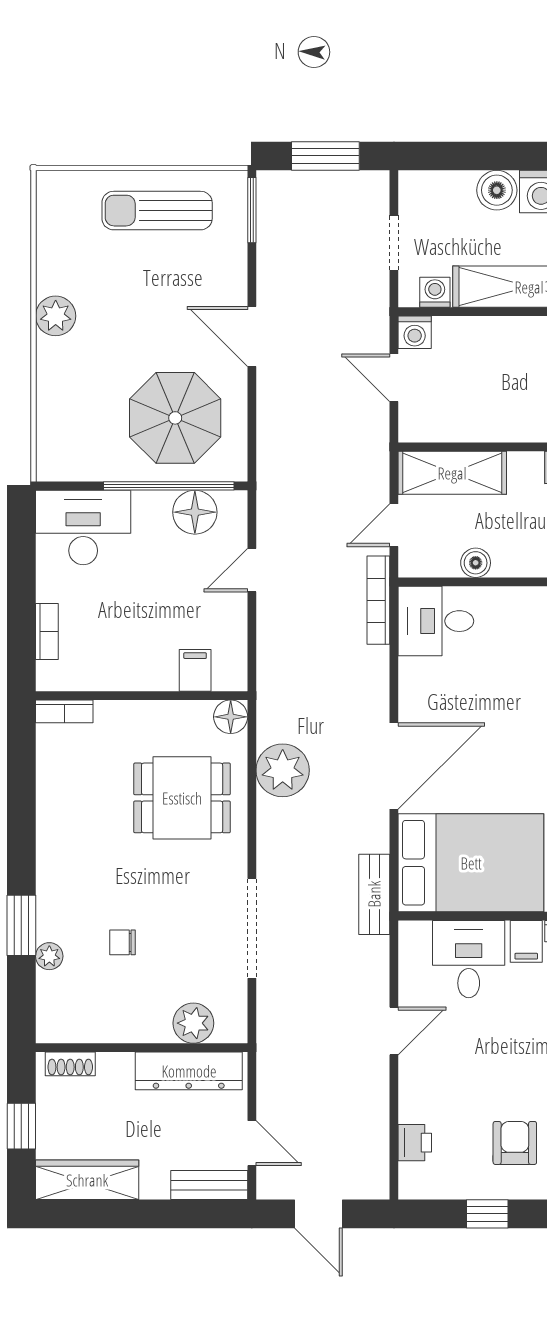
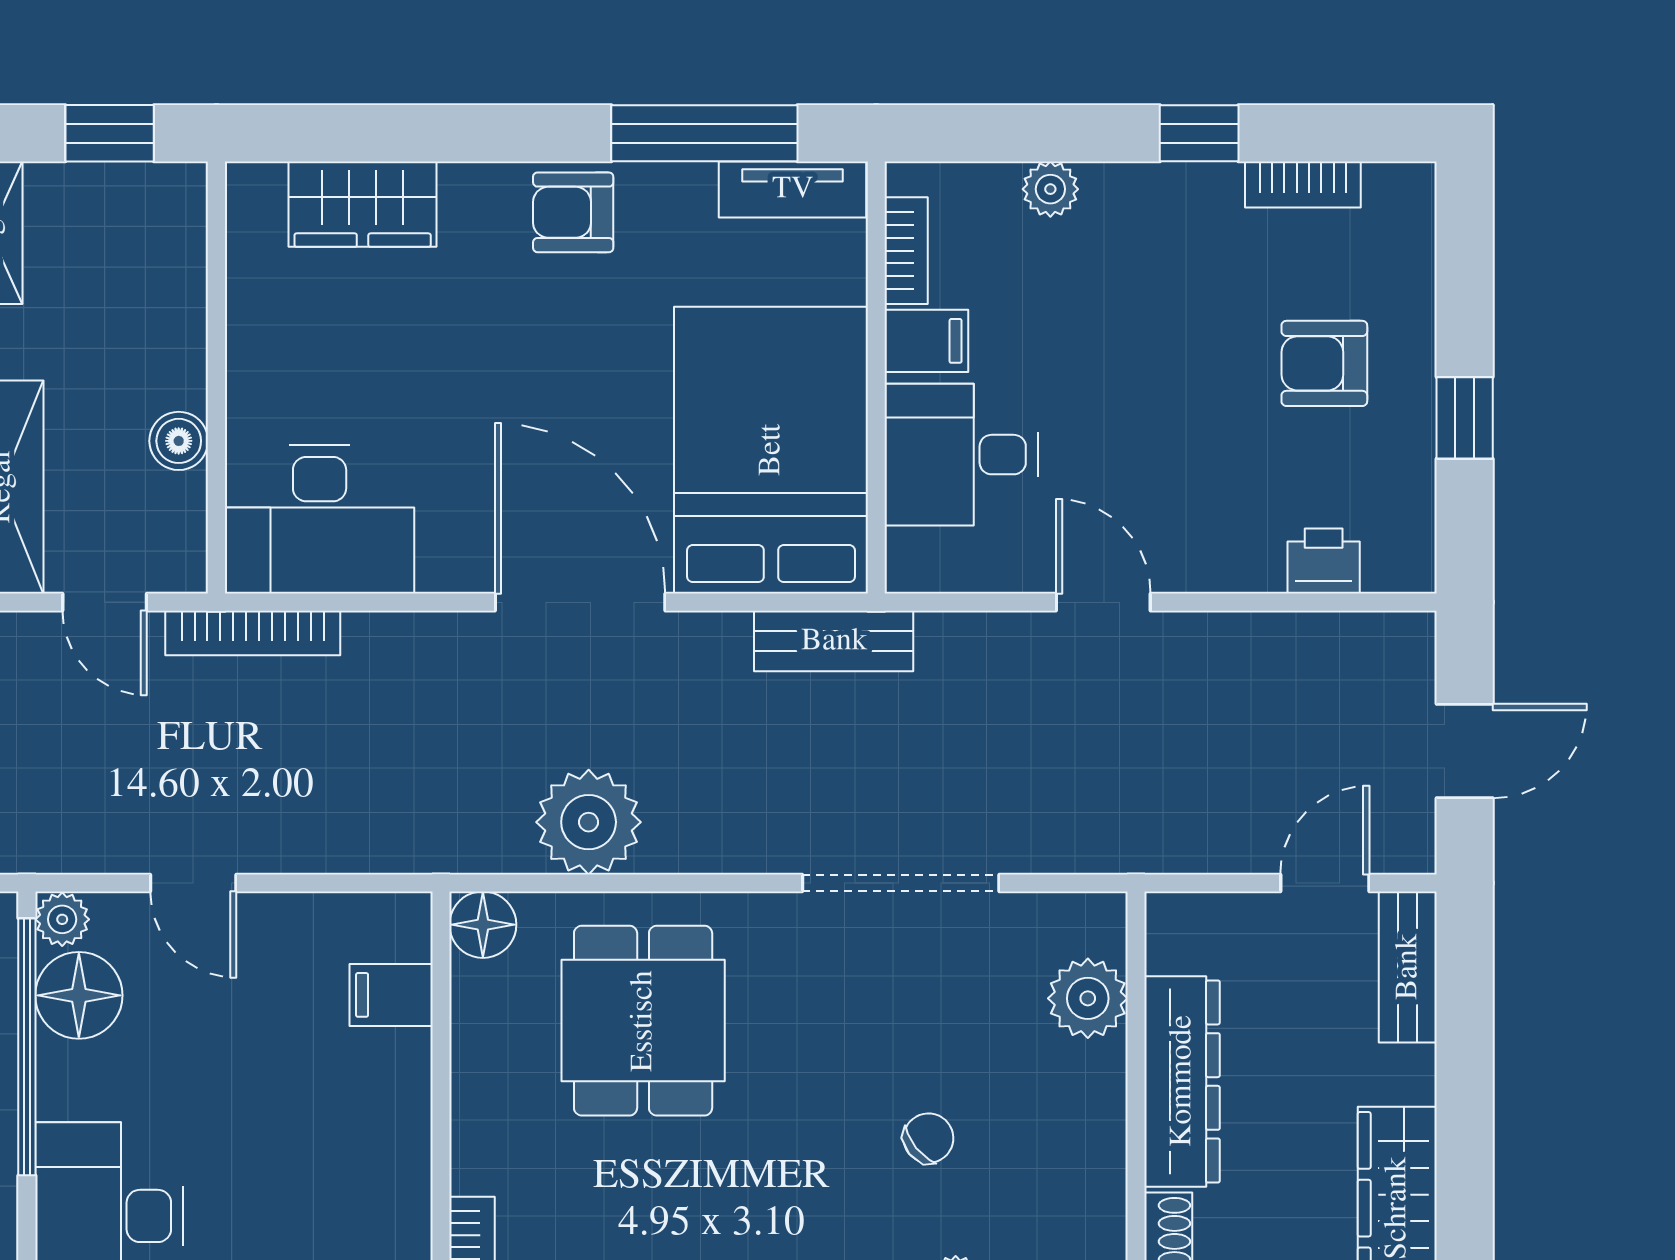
plant: (233, 504) -> (62, 919), added
desk: (436, 621) -> (320, 519), width x1.37
chair: (123, 942) -> (928, 1138), turned -129
dresser: (189, 1071) -> (1182, 1081), moved

